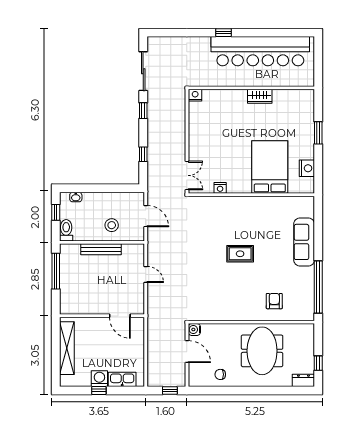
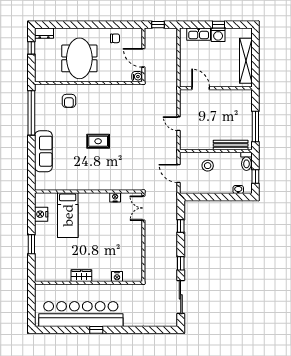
window: (224, 33) -> (96, 330), moved
nightstand: (195, 95) -> (117, 277), moved
bed: (270, 167) -> (68, 215), width x0.67
bench: (101, 249) -> (231, 145), moved

